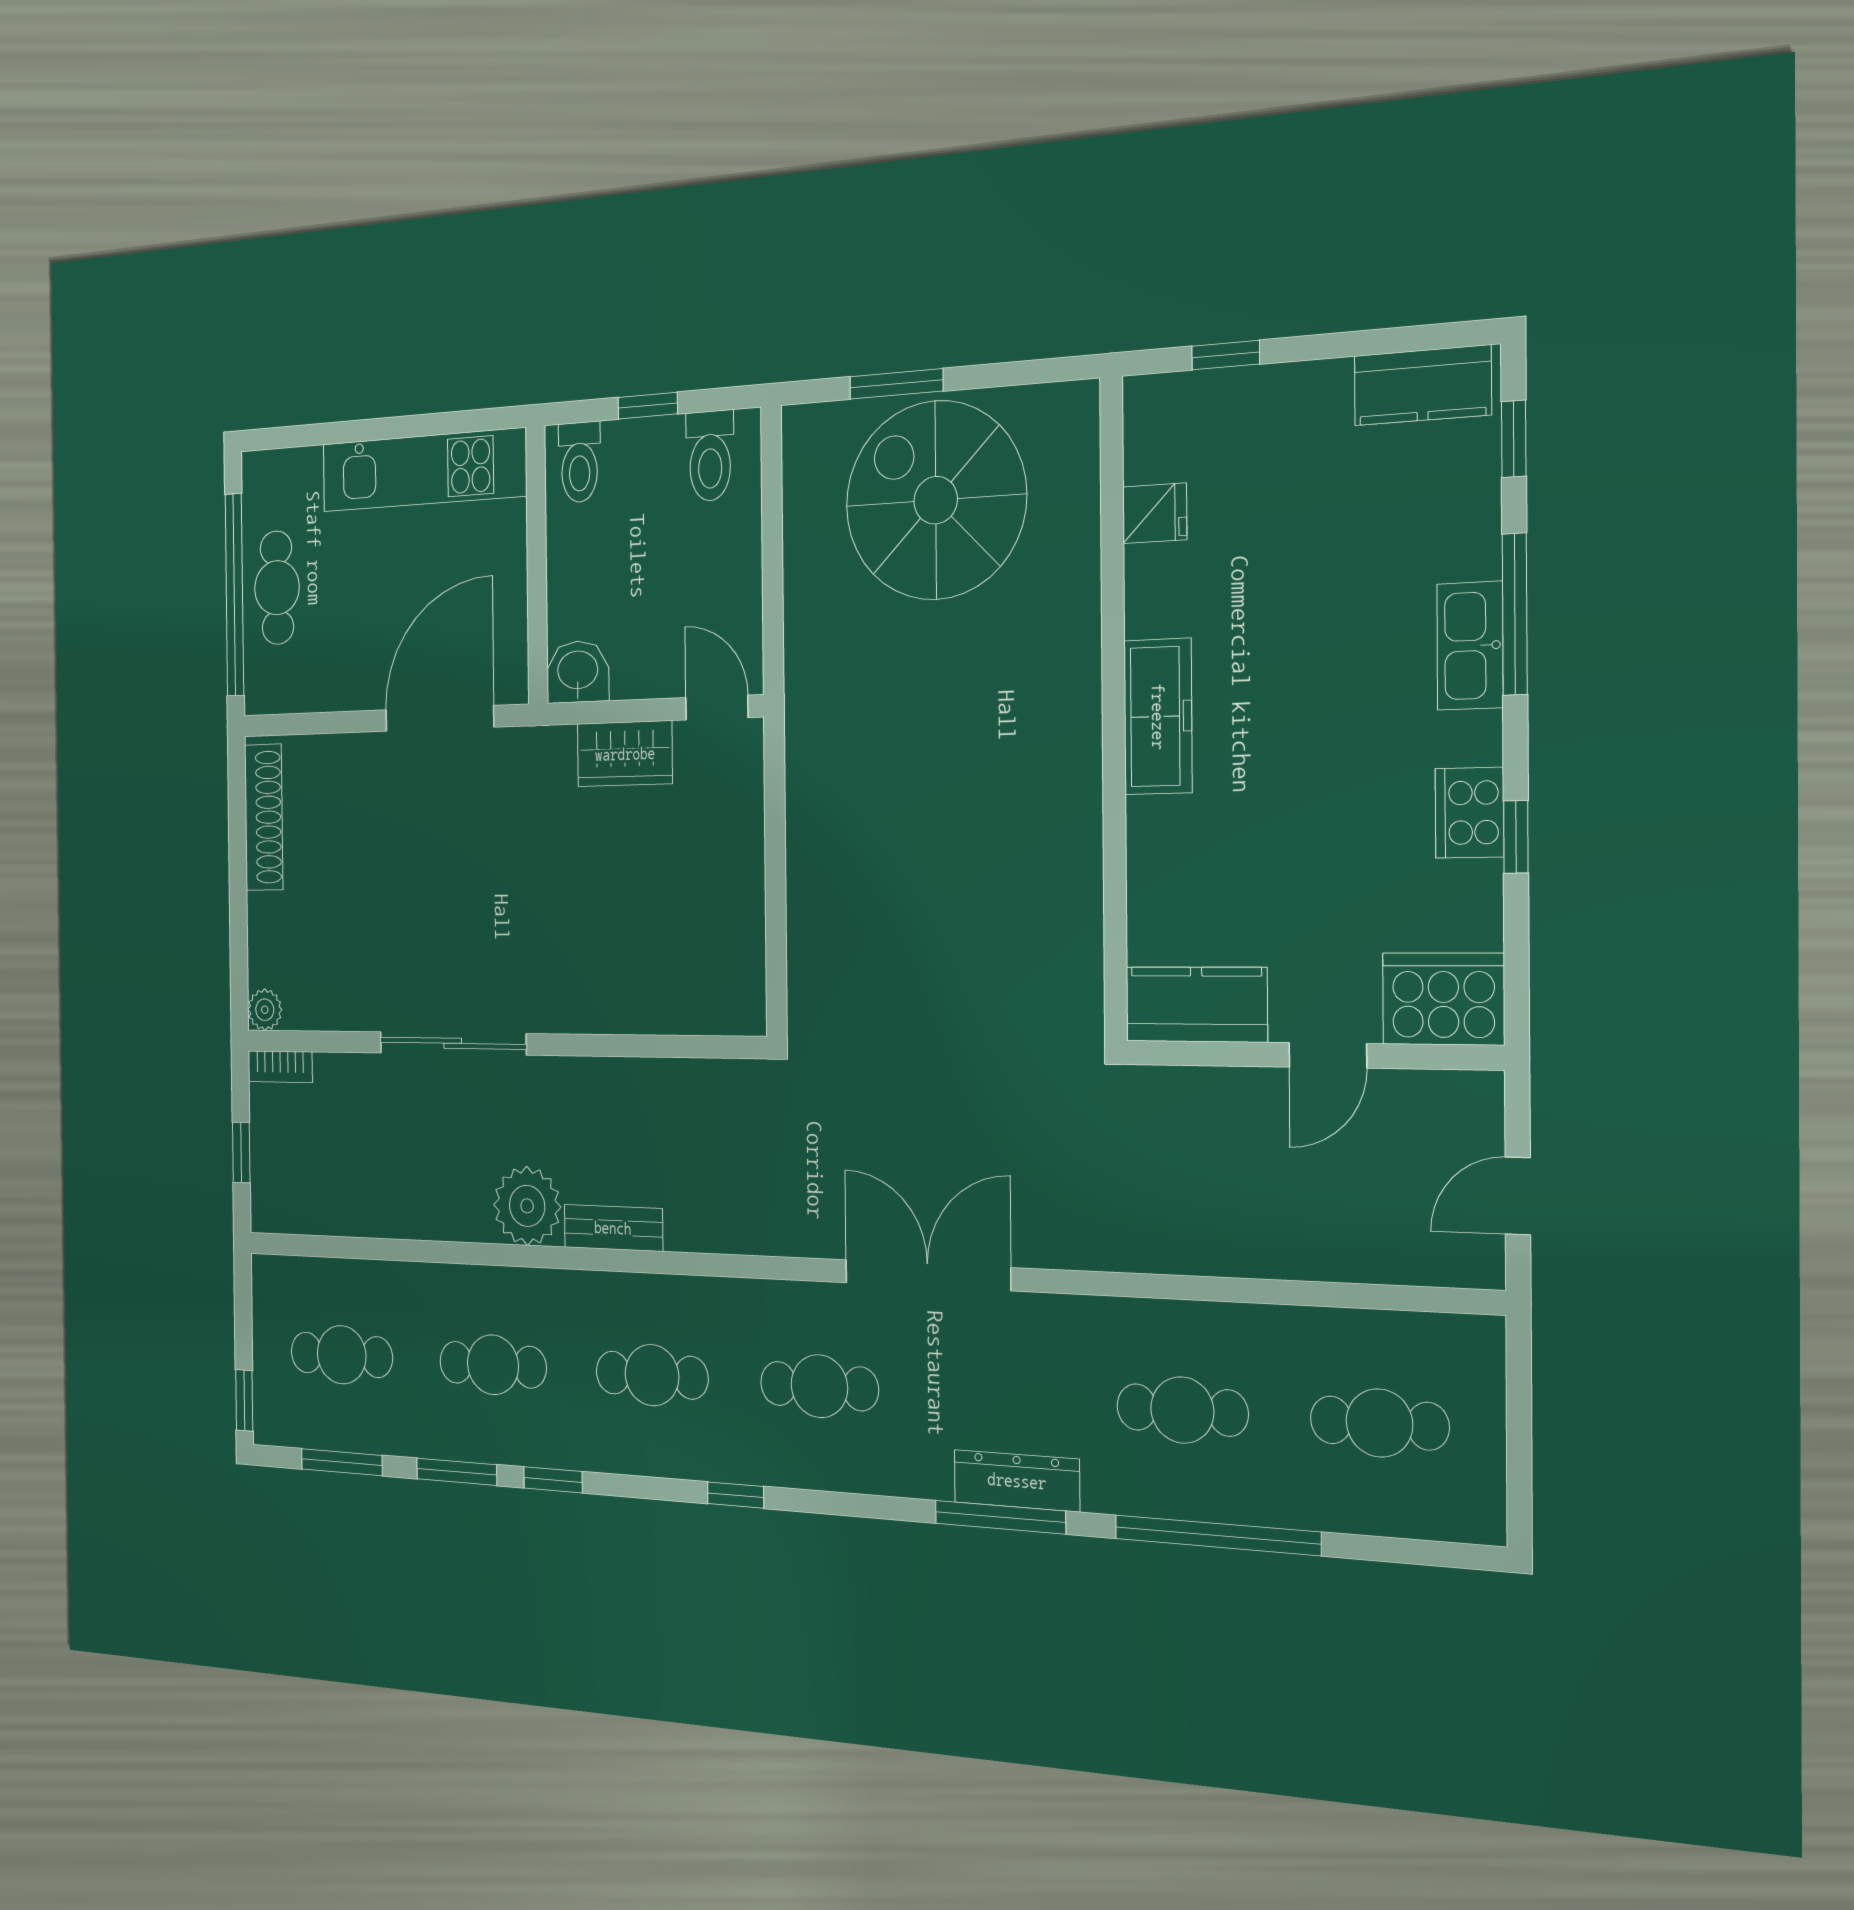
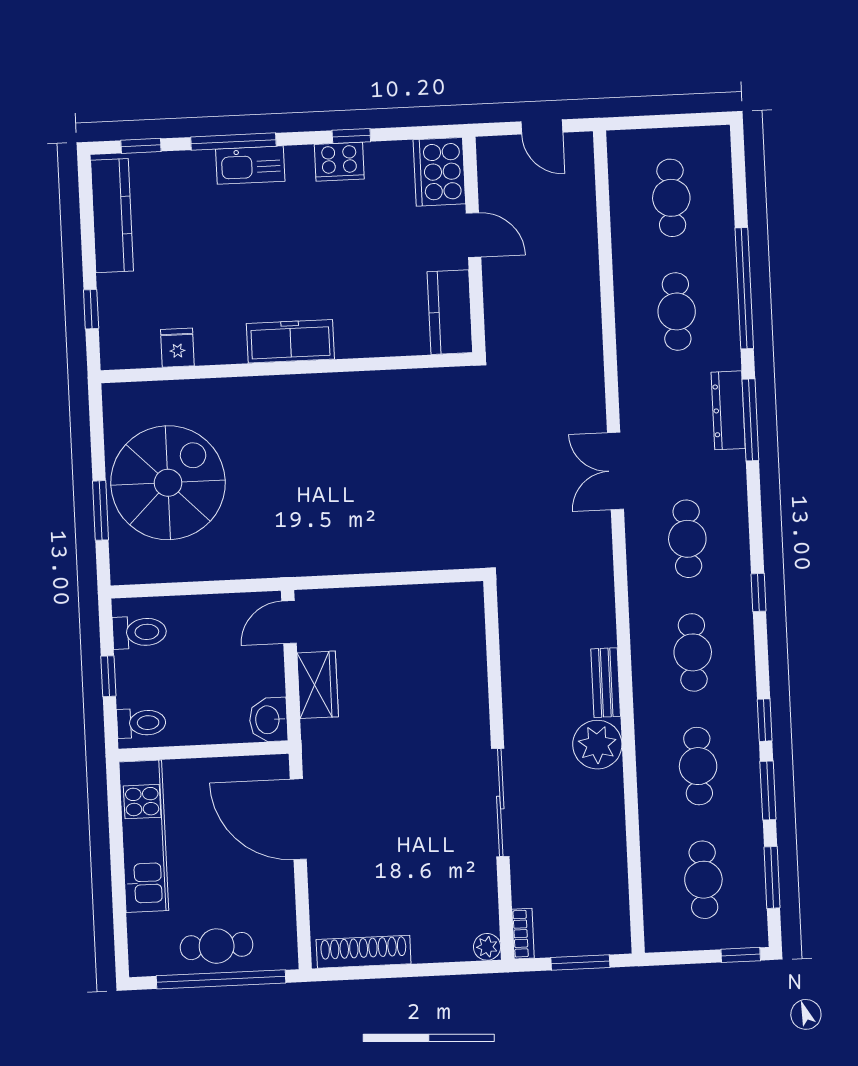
kitchen counter: (1422, 385) -> (112, 216), width x1.50
spiral stairs: (936, 500) -> (168, 483), turned 180
window: (241, 1153) -> (580, 962), width x1.50
double door: (928, 1275) -> (615, 471), width x0.73

